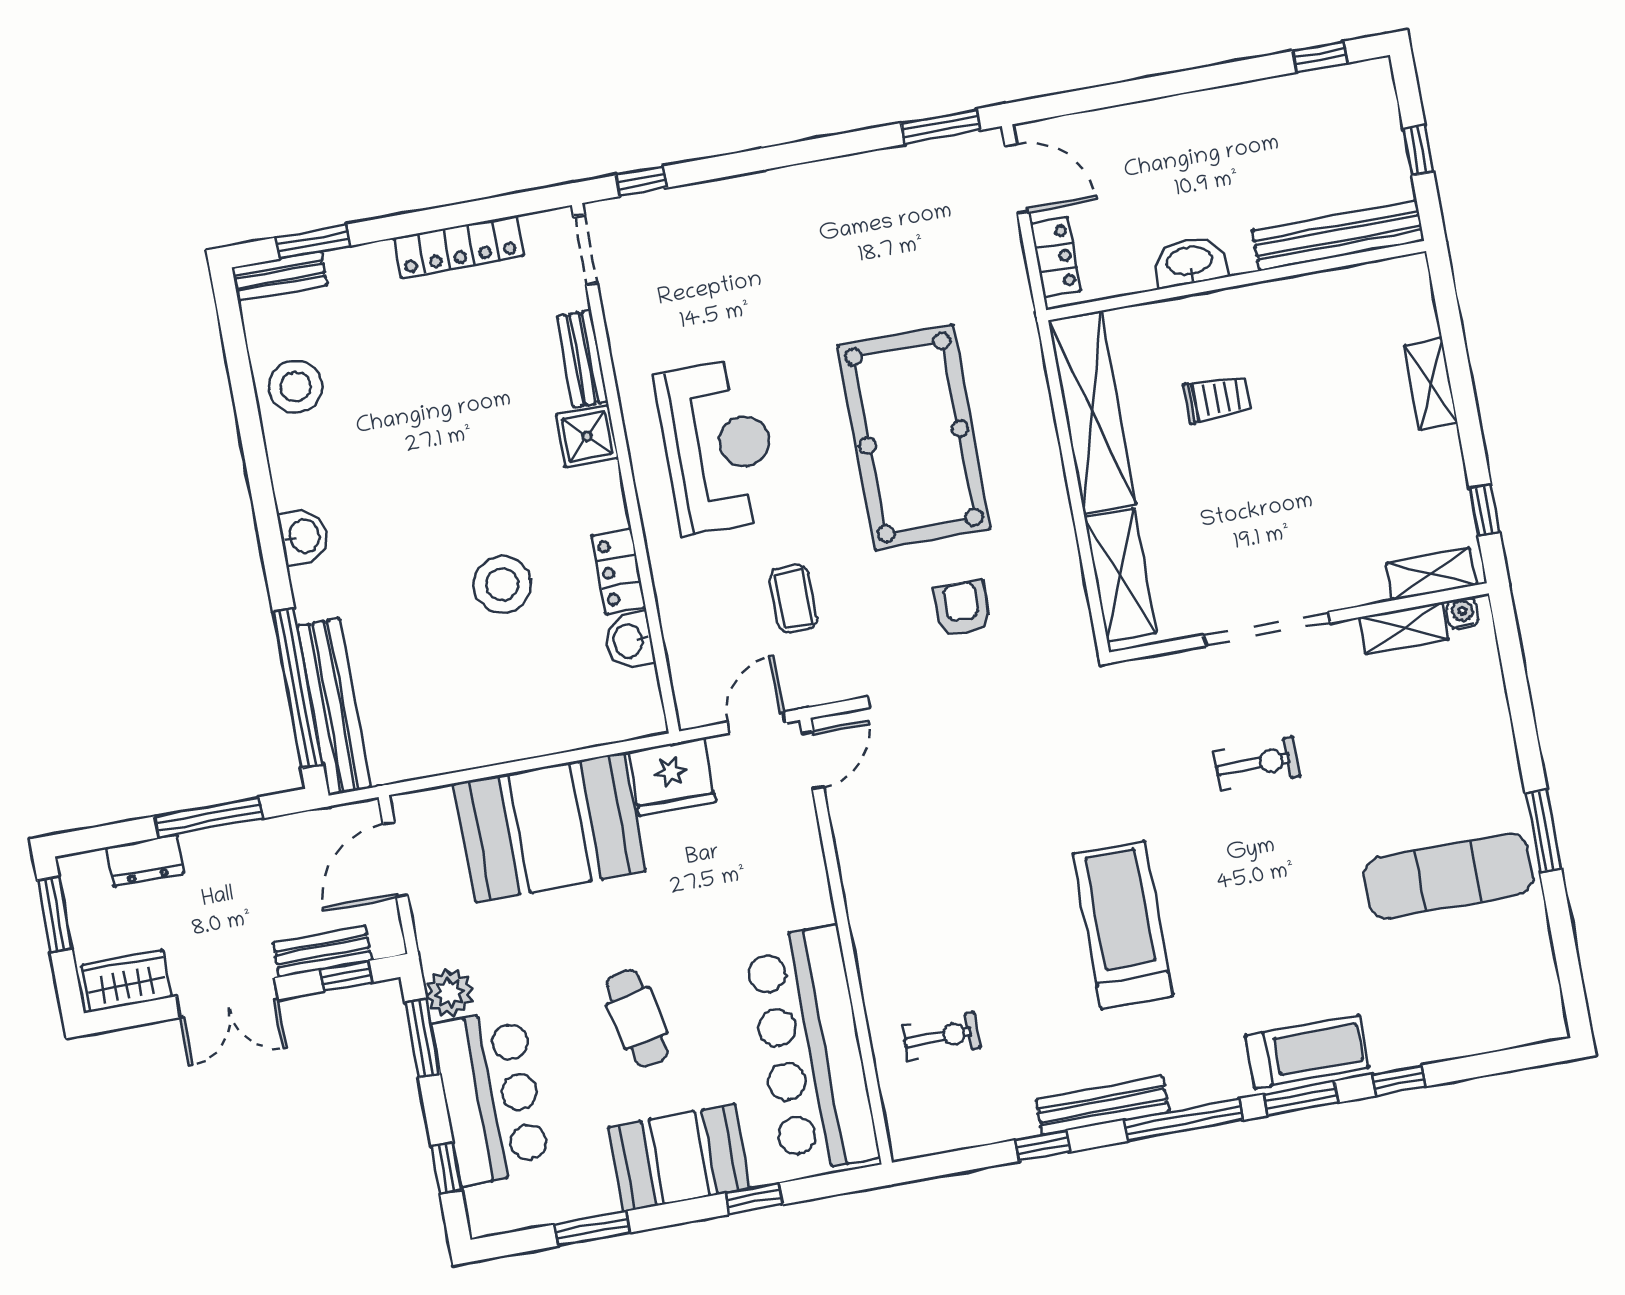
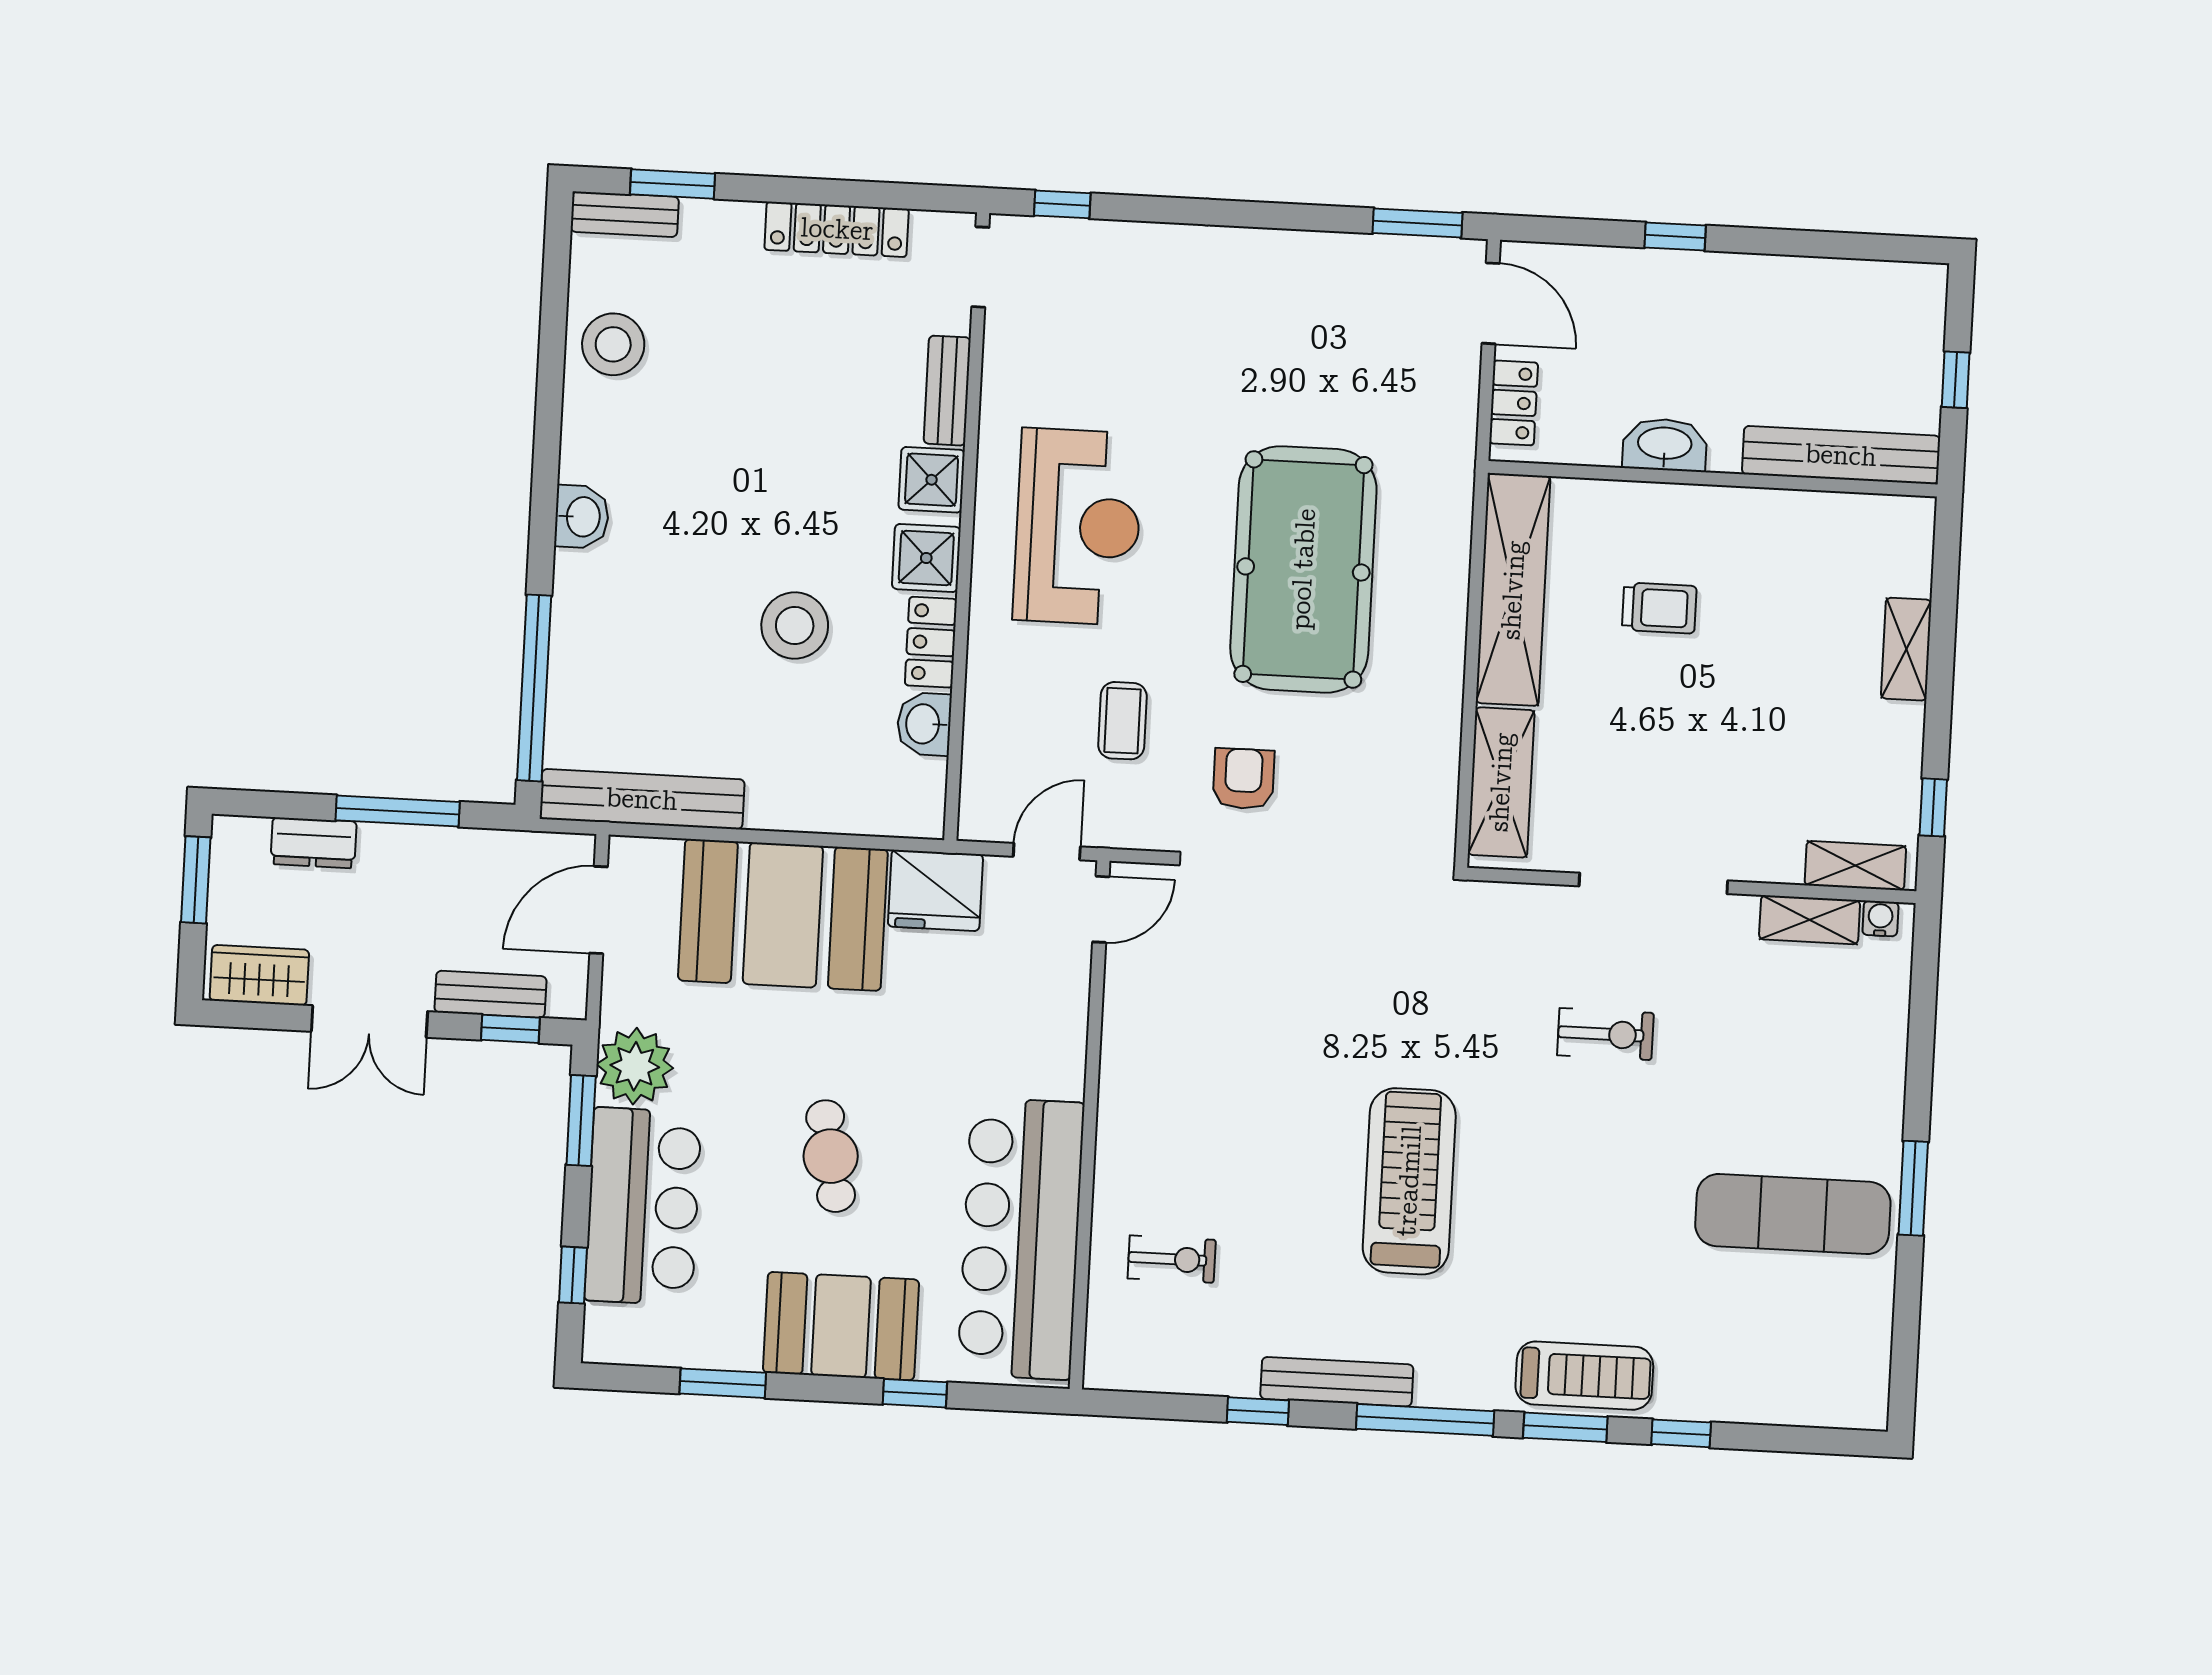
window: (1320, 57) -> (1675, 237), moved
shower: (598, 502) -> (926, 558), added
armchair: (962, 608) -> (1244, 779), moved
bench: (334, 707) -> (642, 799), moved, turned 90
plant: (449, 993) -> (635, 1066), width x1.36, depth x1.36

